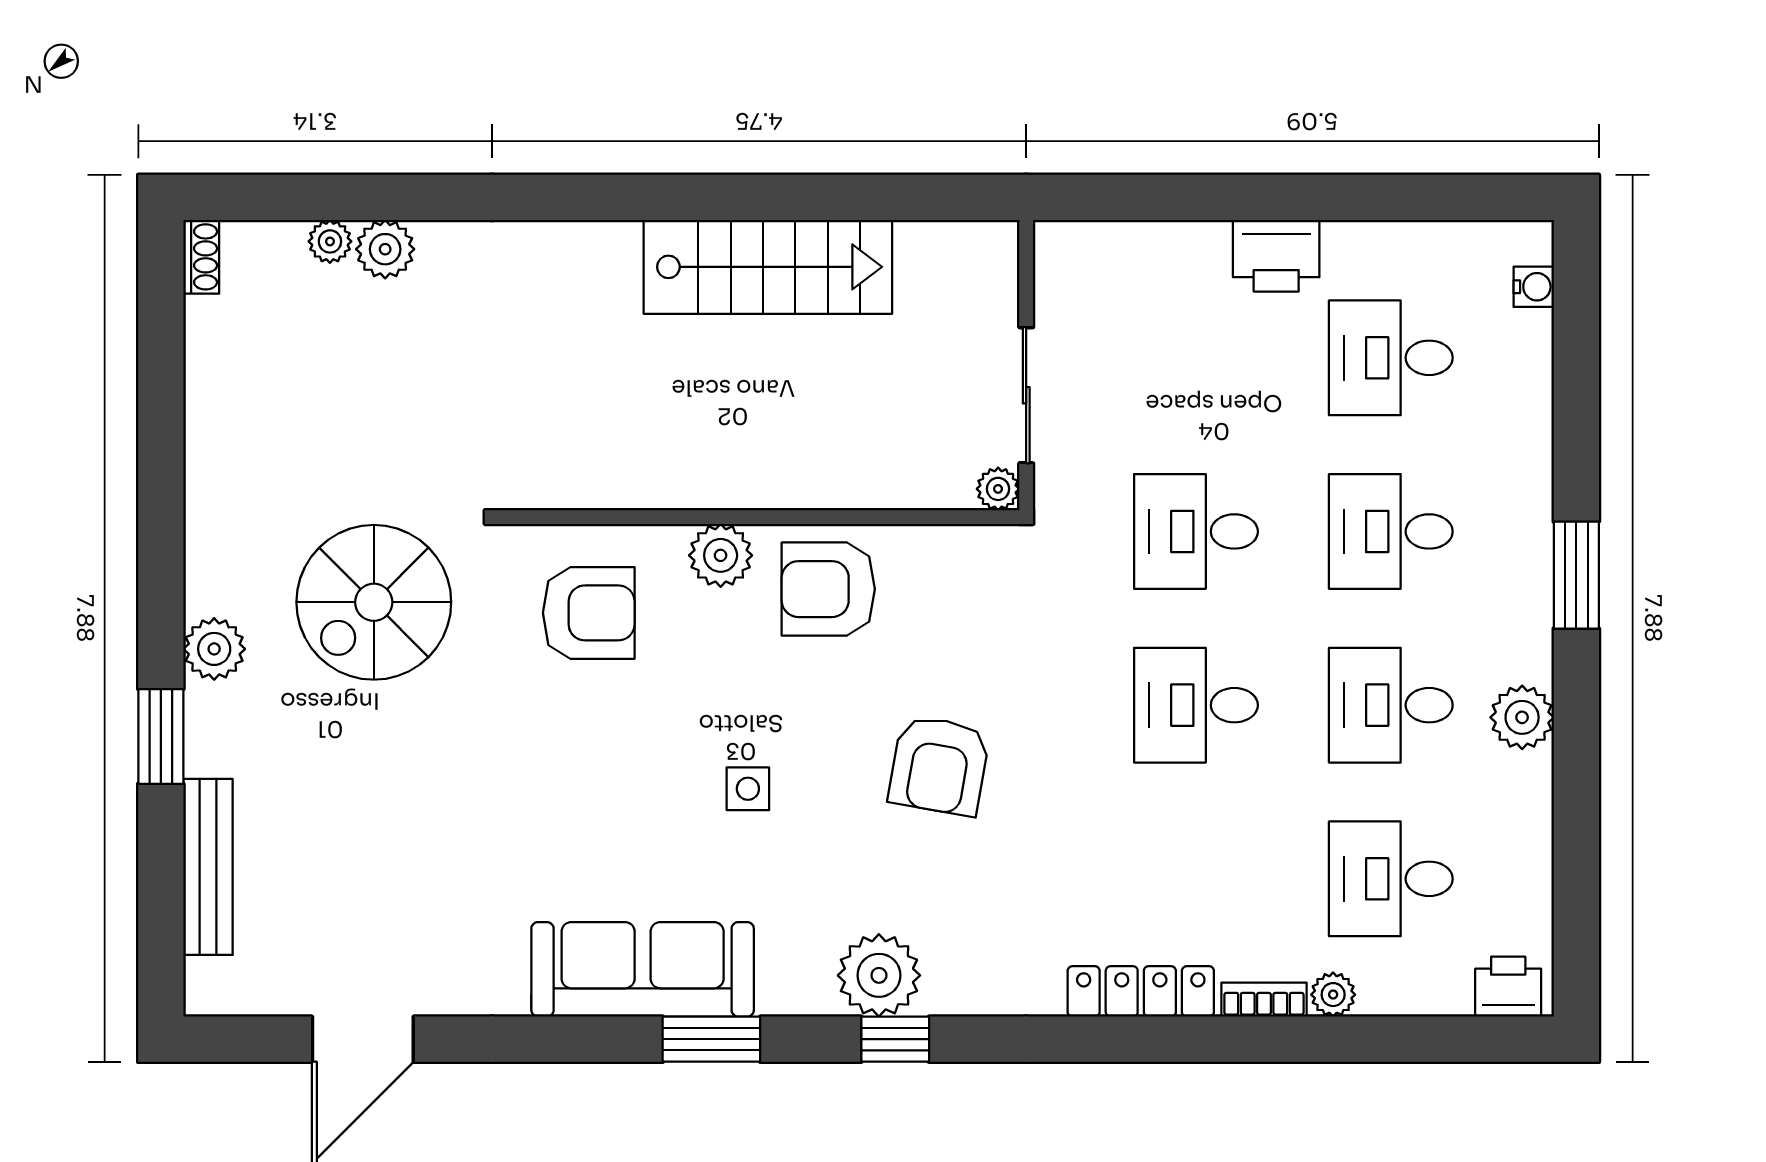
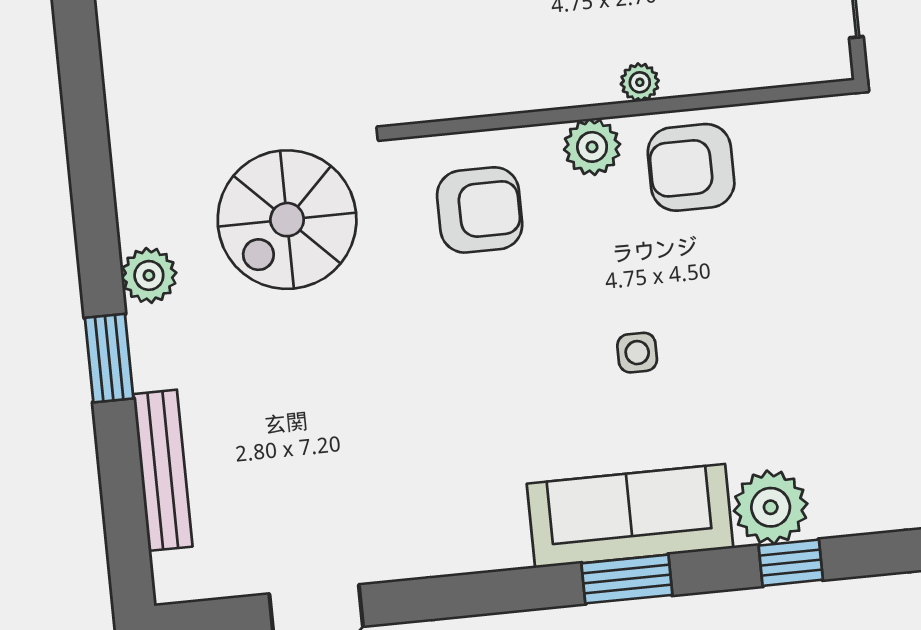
plant: (998, 489) -> (640, 82), moved
armchair: (939, 765) -> (806, 315), removed
sofa: (643, 969) -> (630, 516), moved

